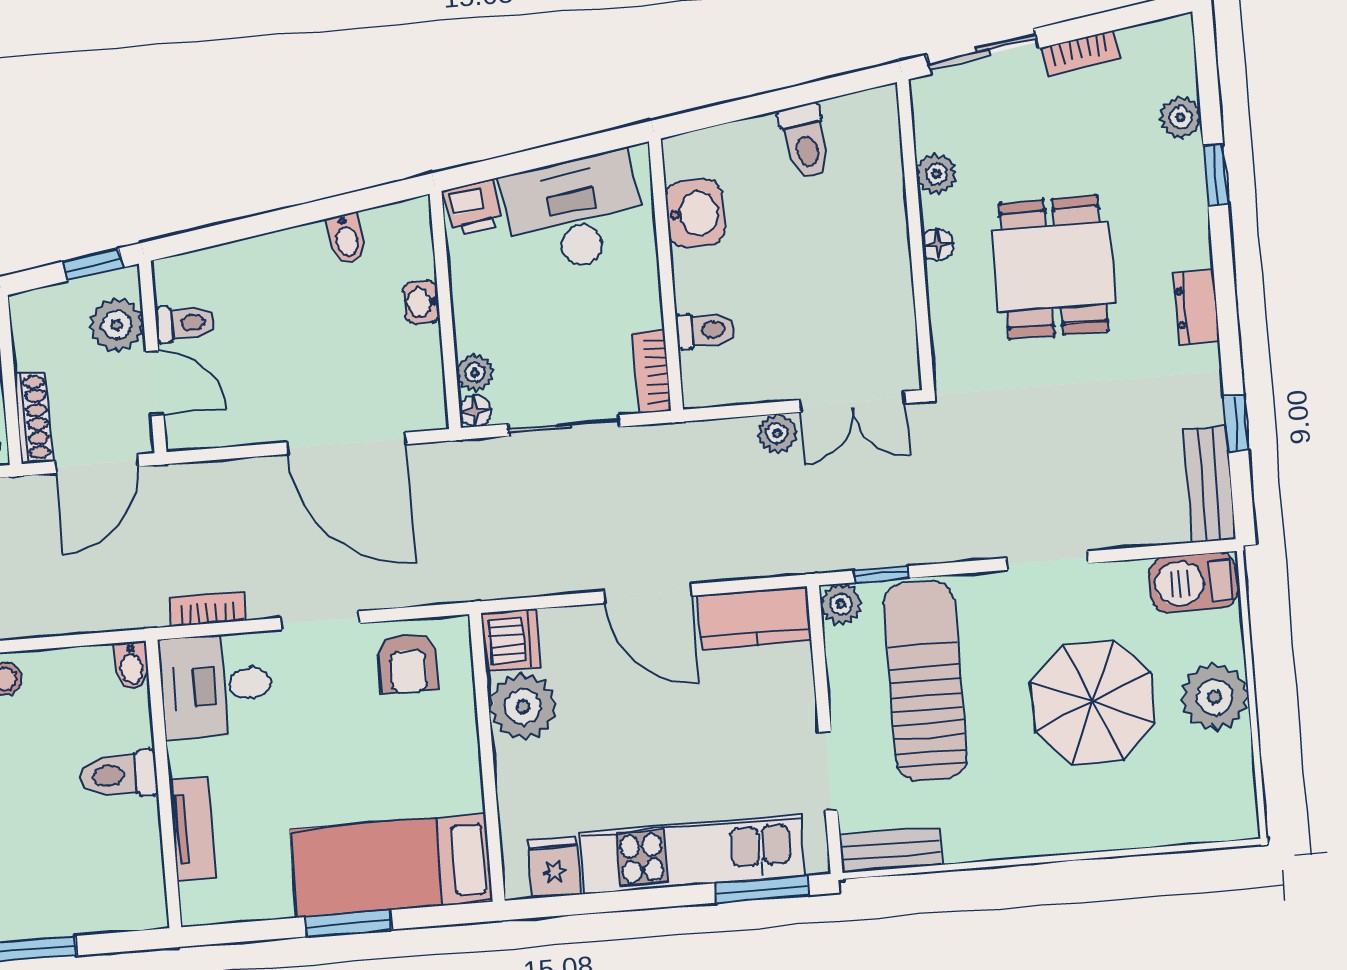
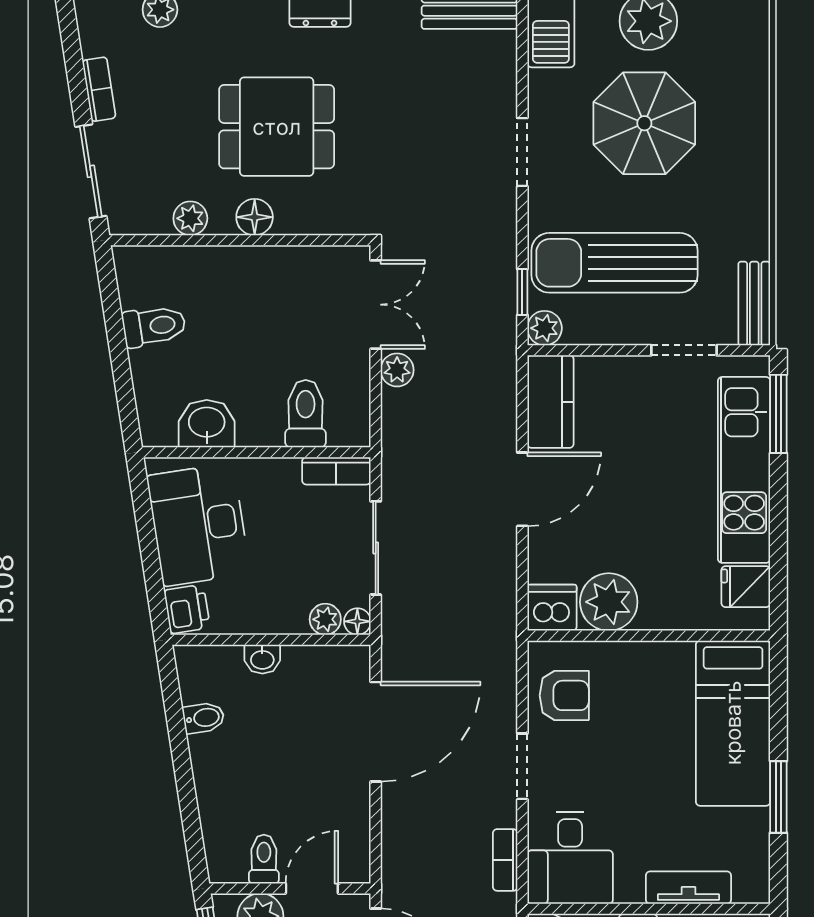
floor lamp: (938, 244) -> (255, 217), width x1.37, depth x1.37
toilet: (705, 330) -> (306, 414), width x1.37, depth x1.39
window: (348, 923) -> (778, 797), moved

